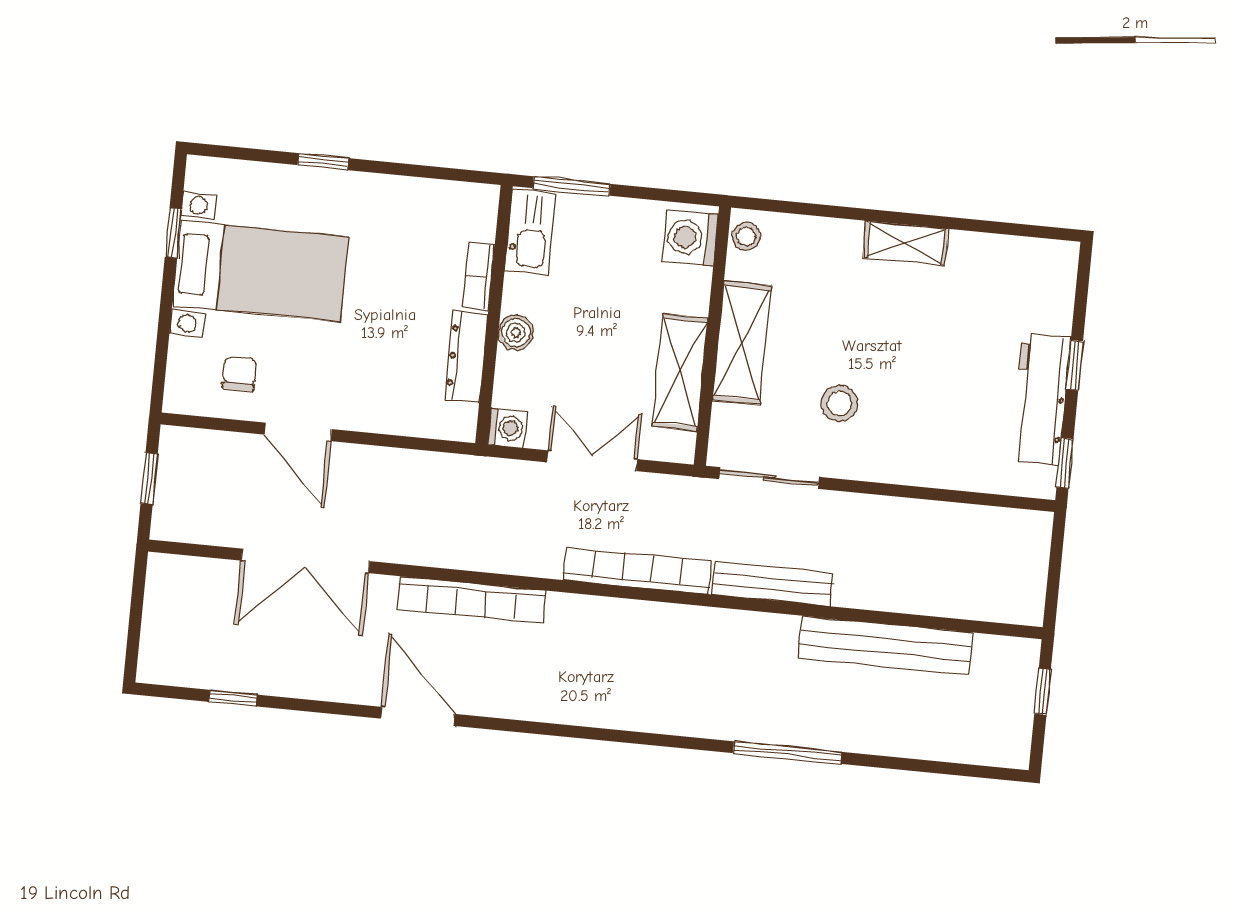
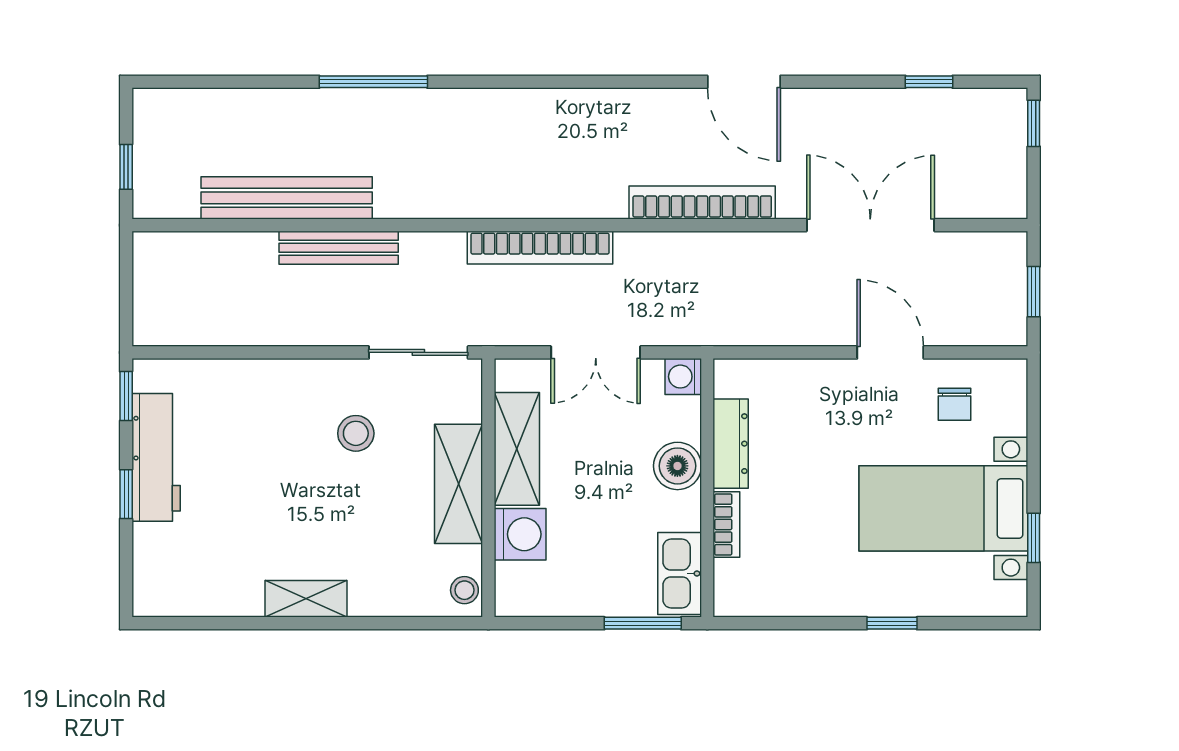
washing machine: (690, 238) -> (520, 534), moved
boiler: (516, 333) -> (677, 466), width x1.36, depth x1.36
bench: (773, 584) -> (339, 248), moved
window: (133, 646) -> (1034, 123), added

